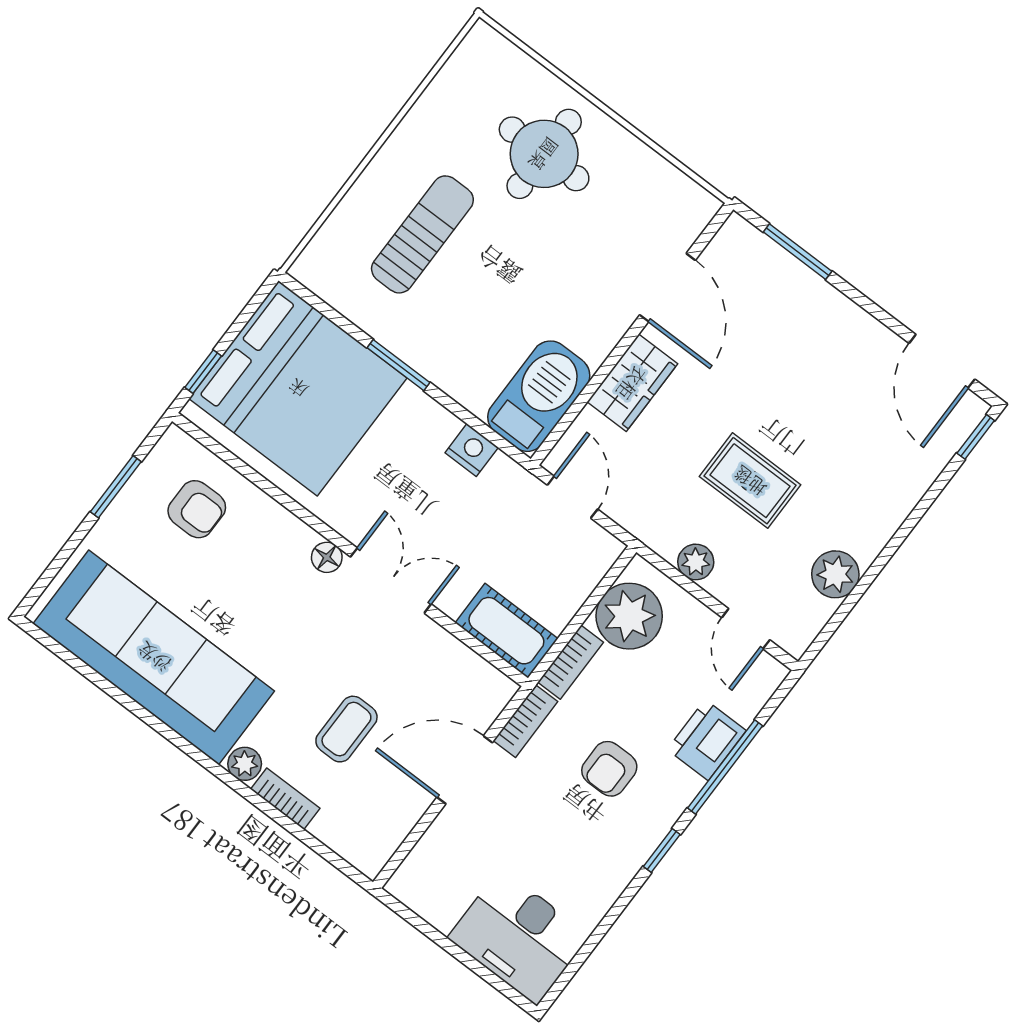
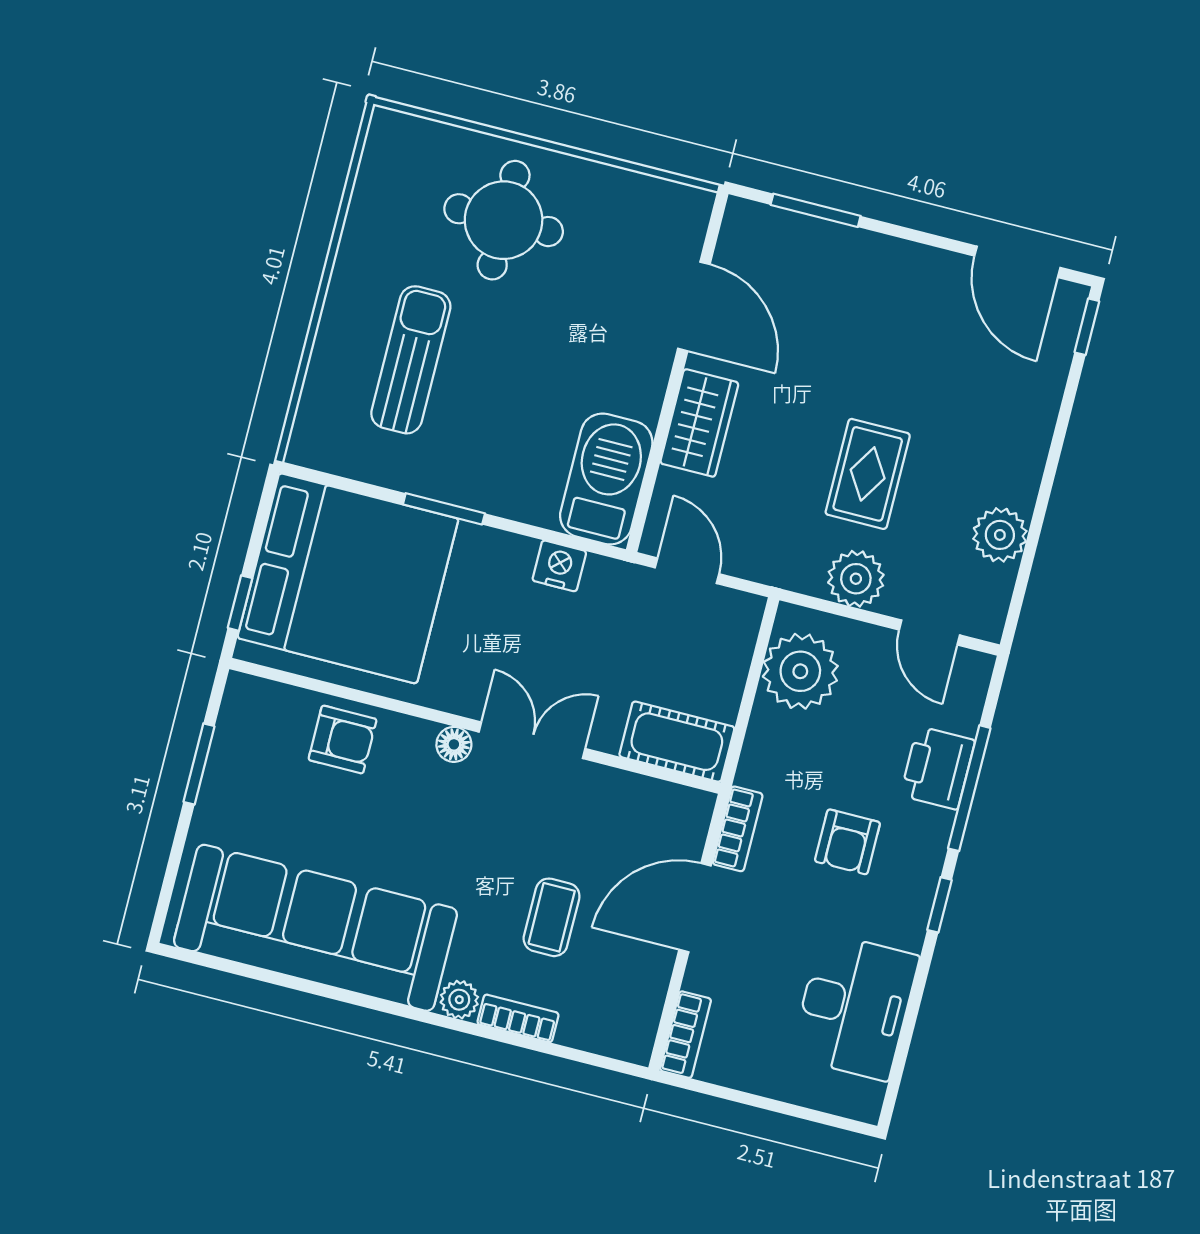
rug: (750, 481) -> (868, 474), turned 90
armchair: (197, 509) -> (343, 740), moved
plant: (696, 562) -> (856, 579), width x1.38, depth x1.38
bookcase: (571, 662) -> (685, 1035), moved
desk: (519, 937) -> (855, 1007), moved, turned -90

